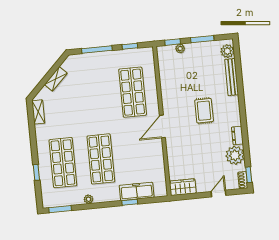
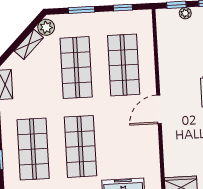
window: (97, 50) -> (82, 10), width x0.69
plant: (69, 65) -> (46, 27), added
shop shelf: (95, 96) -> (76, 68), added

